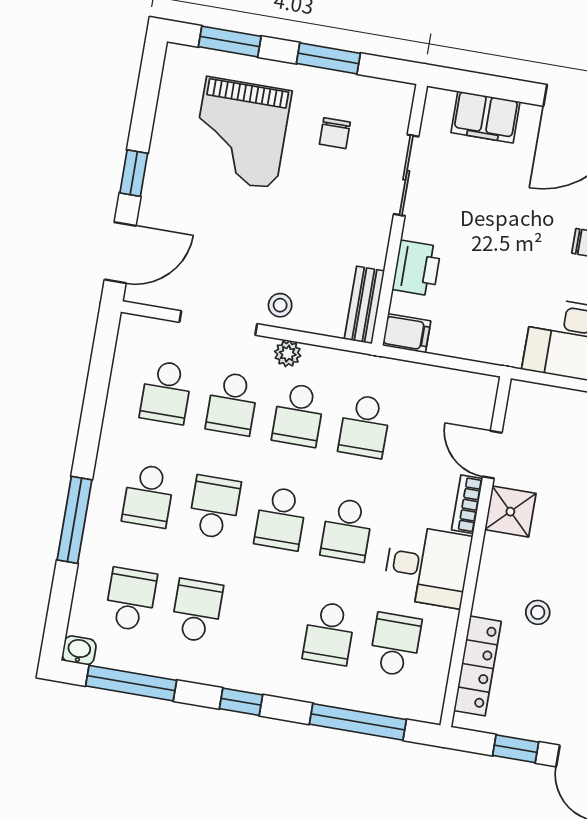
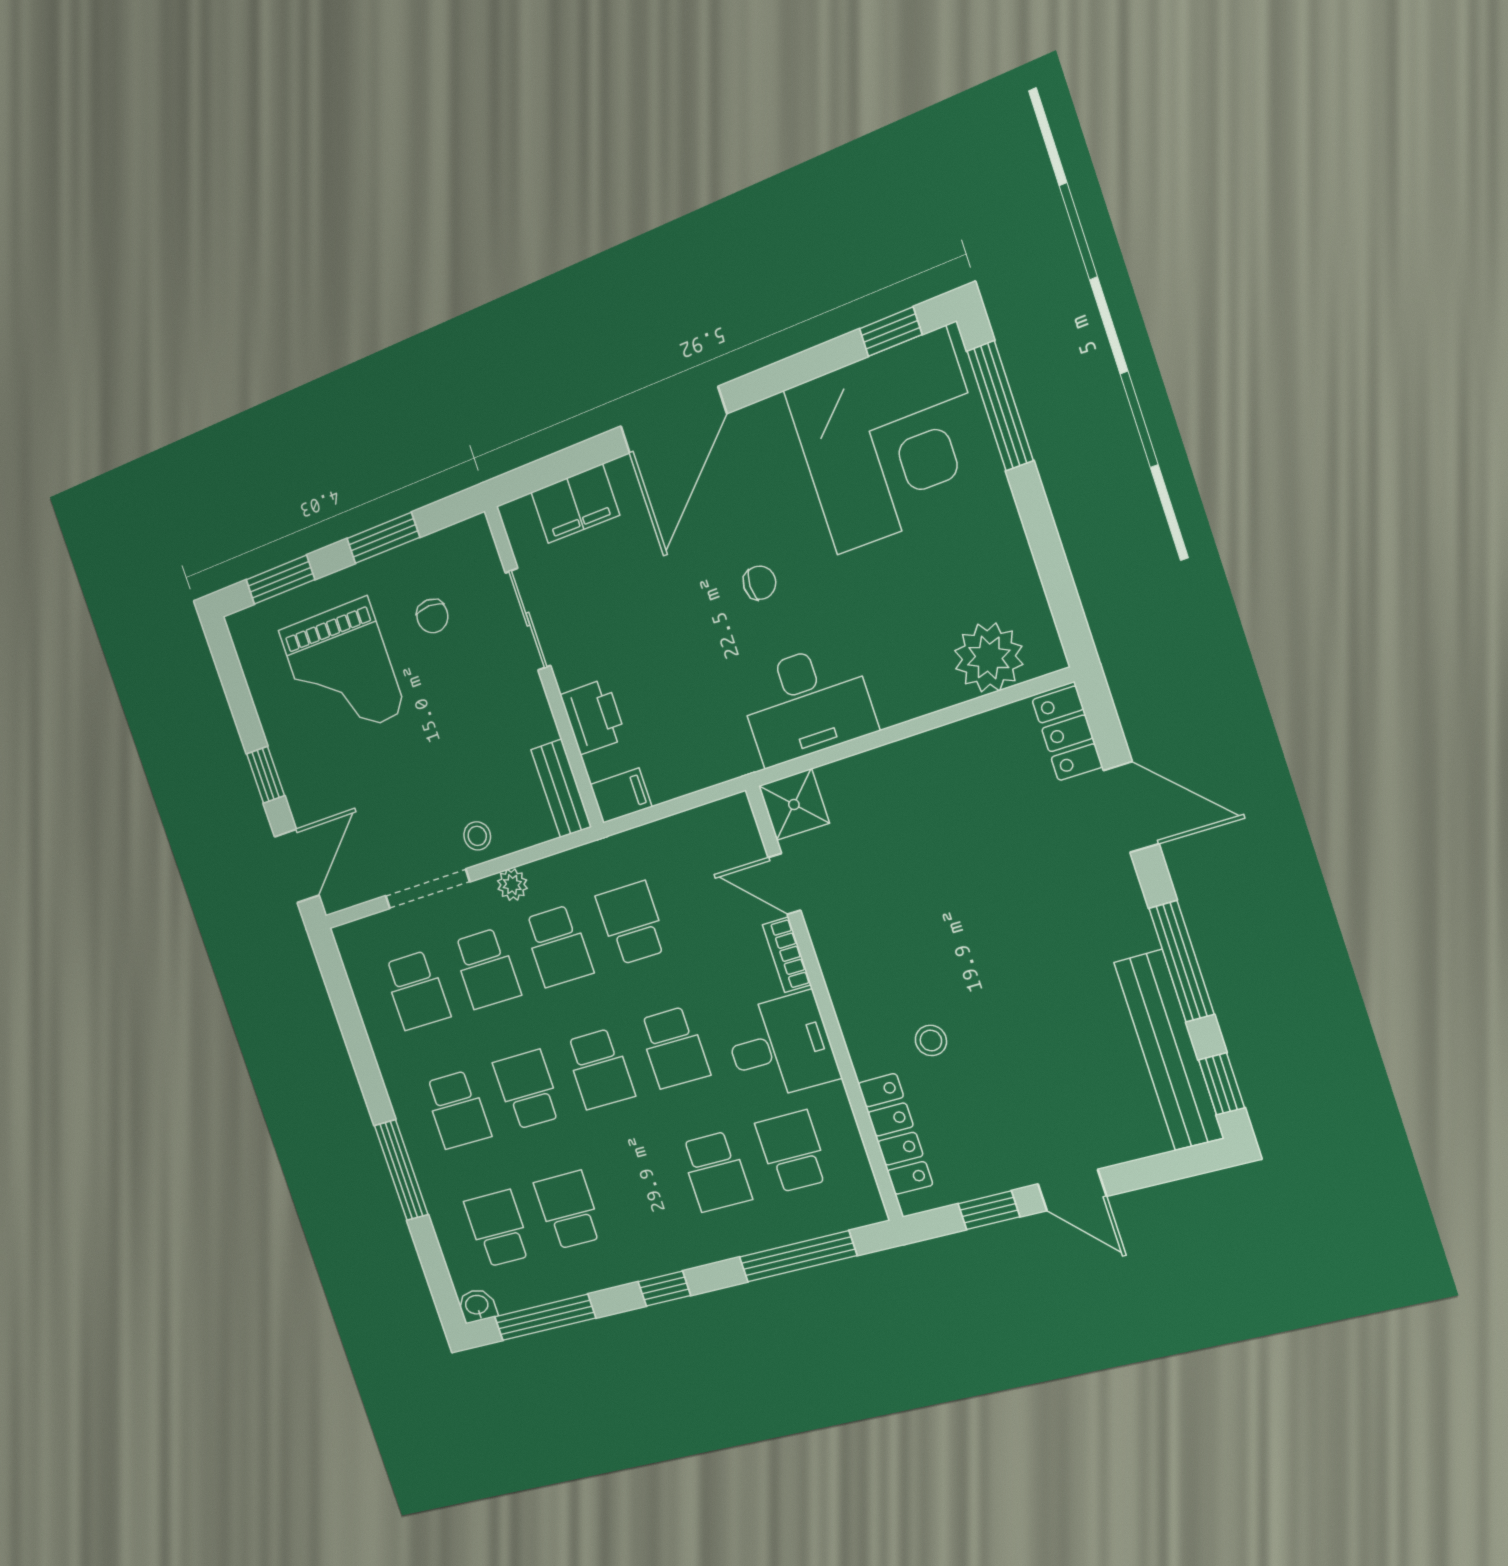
school desk: (364, 426) -> (632, 923), turned 180
shower: (510, 512) -> (794, 804), moved

